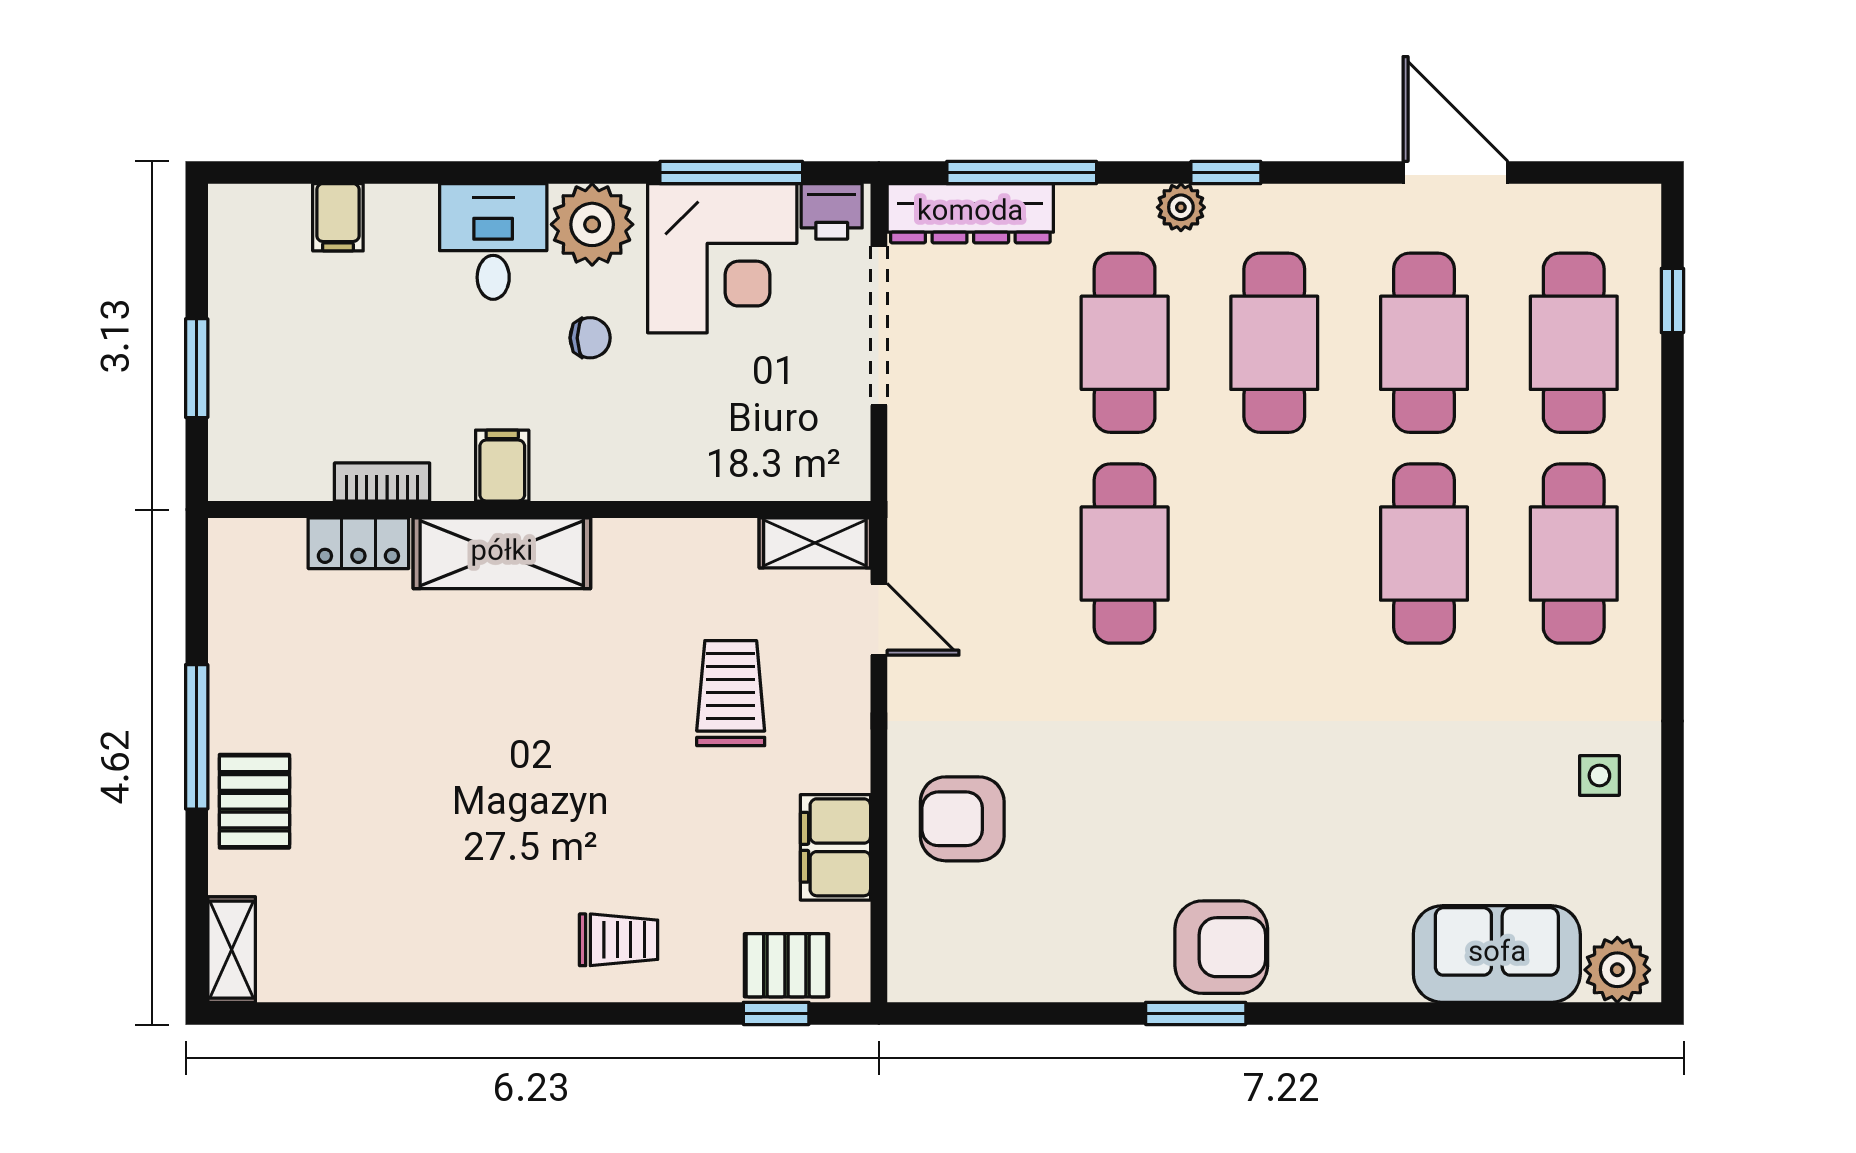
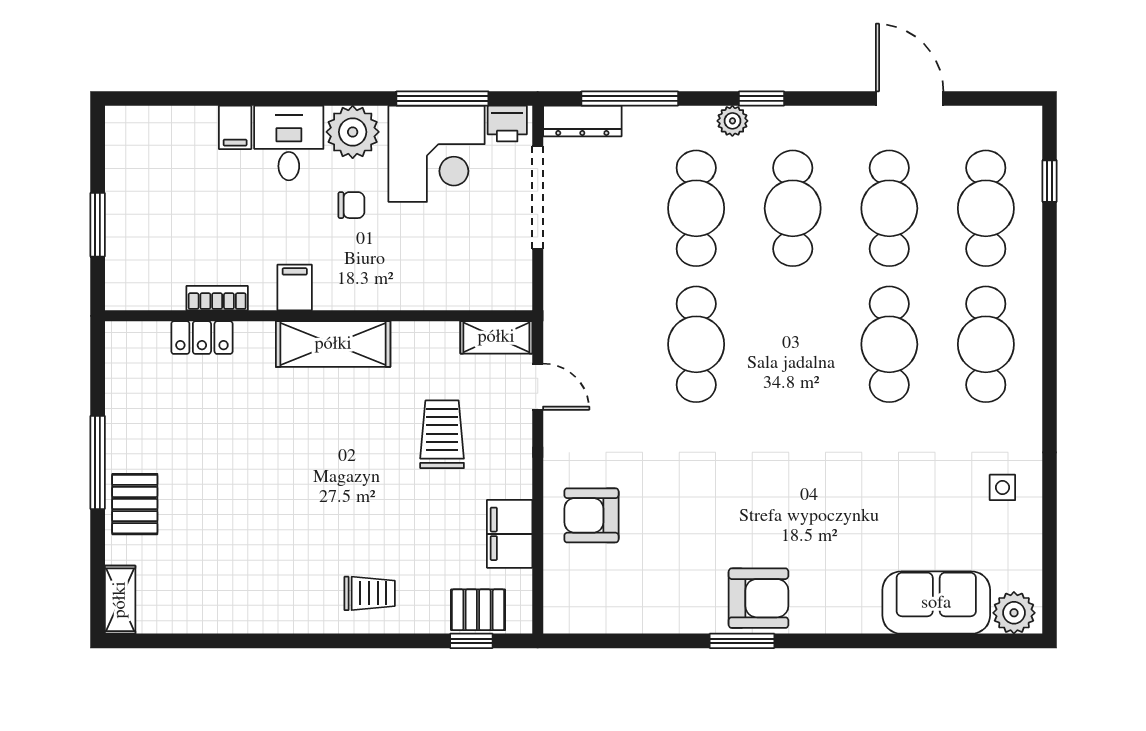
dresser: (970, 213) -> (582, 121), width x0.73, depth x0.80
filing cabinet: (338, 217) -> (235, 127), moved
shelving: (502, 553) -> (333, 344), moved

